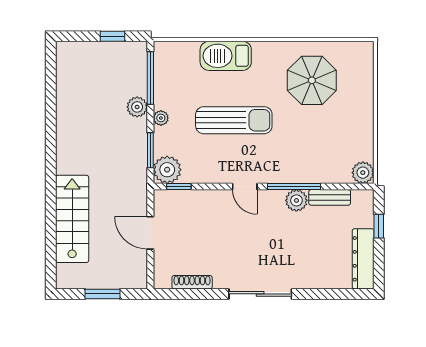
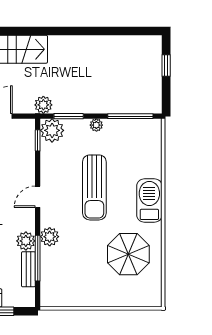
window: (112, 36) -> (166, 66), moved
barbecue: (226, 56) -> (149, 201), moved
plant: (137, 107) -> (43, 105), moved
plant: (363, 173) -> (50, 237), moved
window: (294, 187) -> (38, 258), moved

